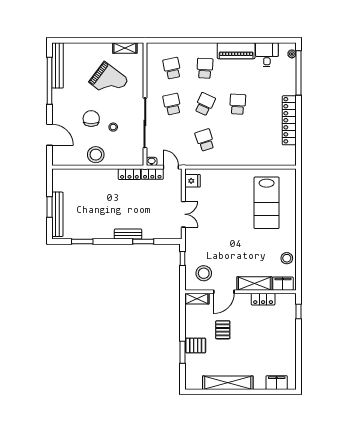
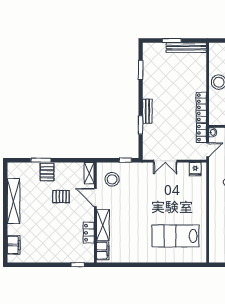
locker: (129, 174) -> (201, 107), width x1.53
bench: (57, 214) -> (186, 48), moved
stool: (287, 258) -> (126, 254), removed

